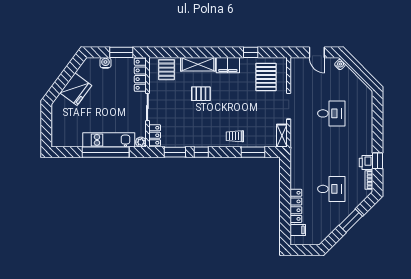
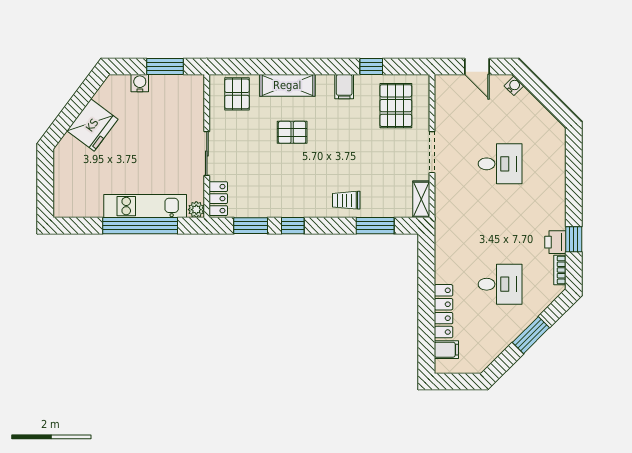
filing cabinet: (228, 65) -> (344, 87), width x0.50
locker: (140, 75) -> (195, 102), removed

